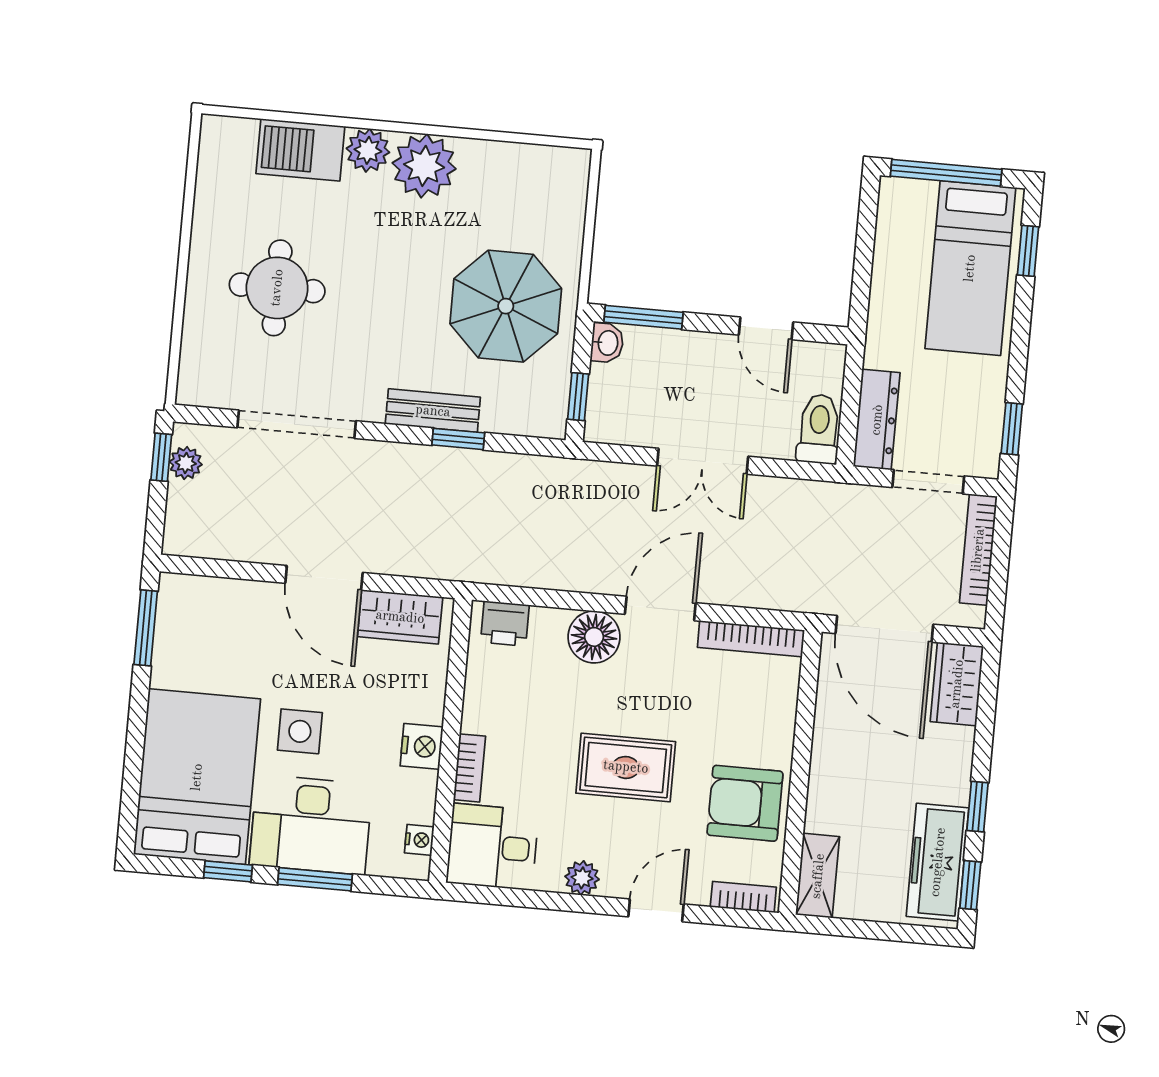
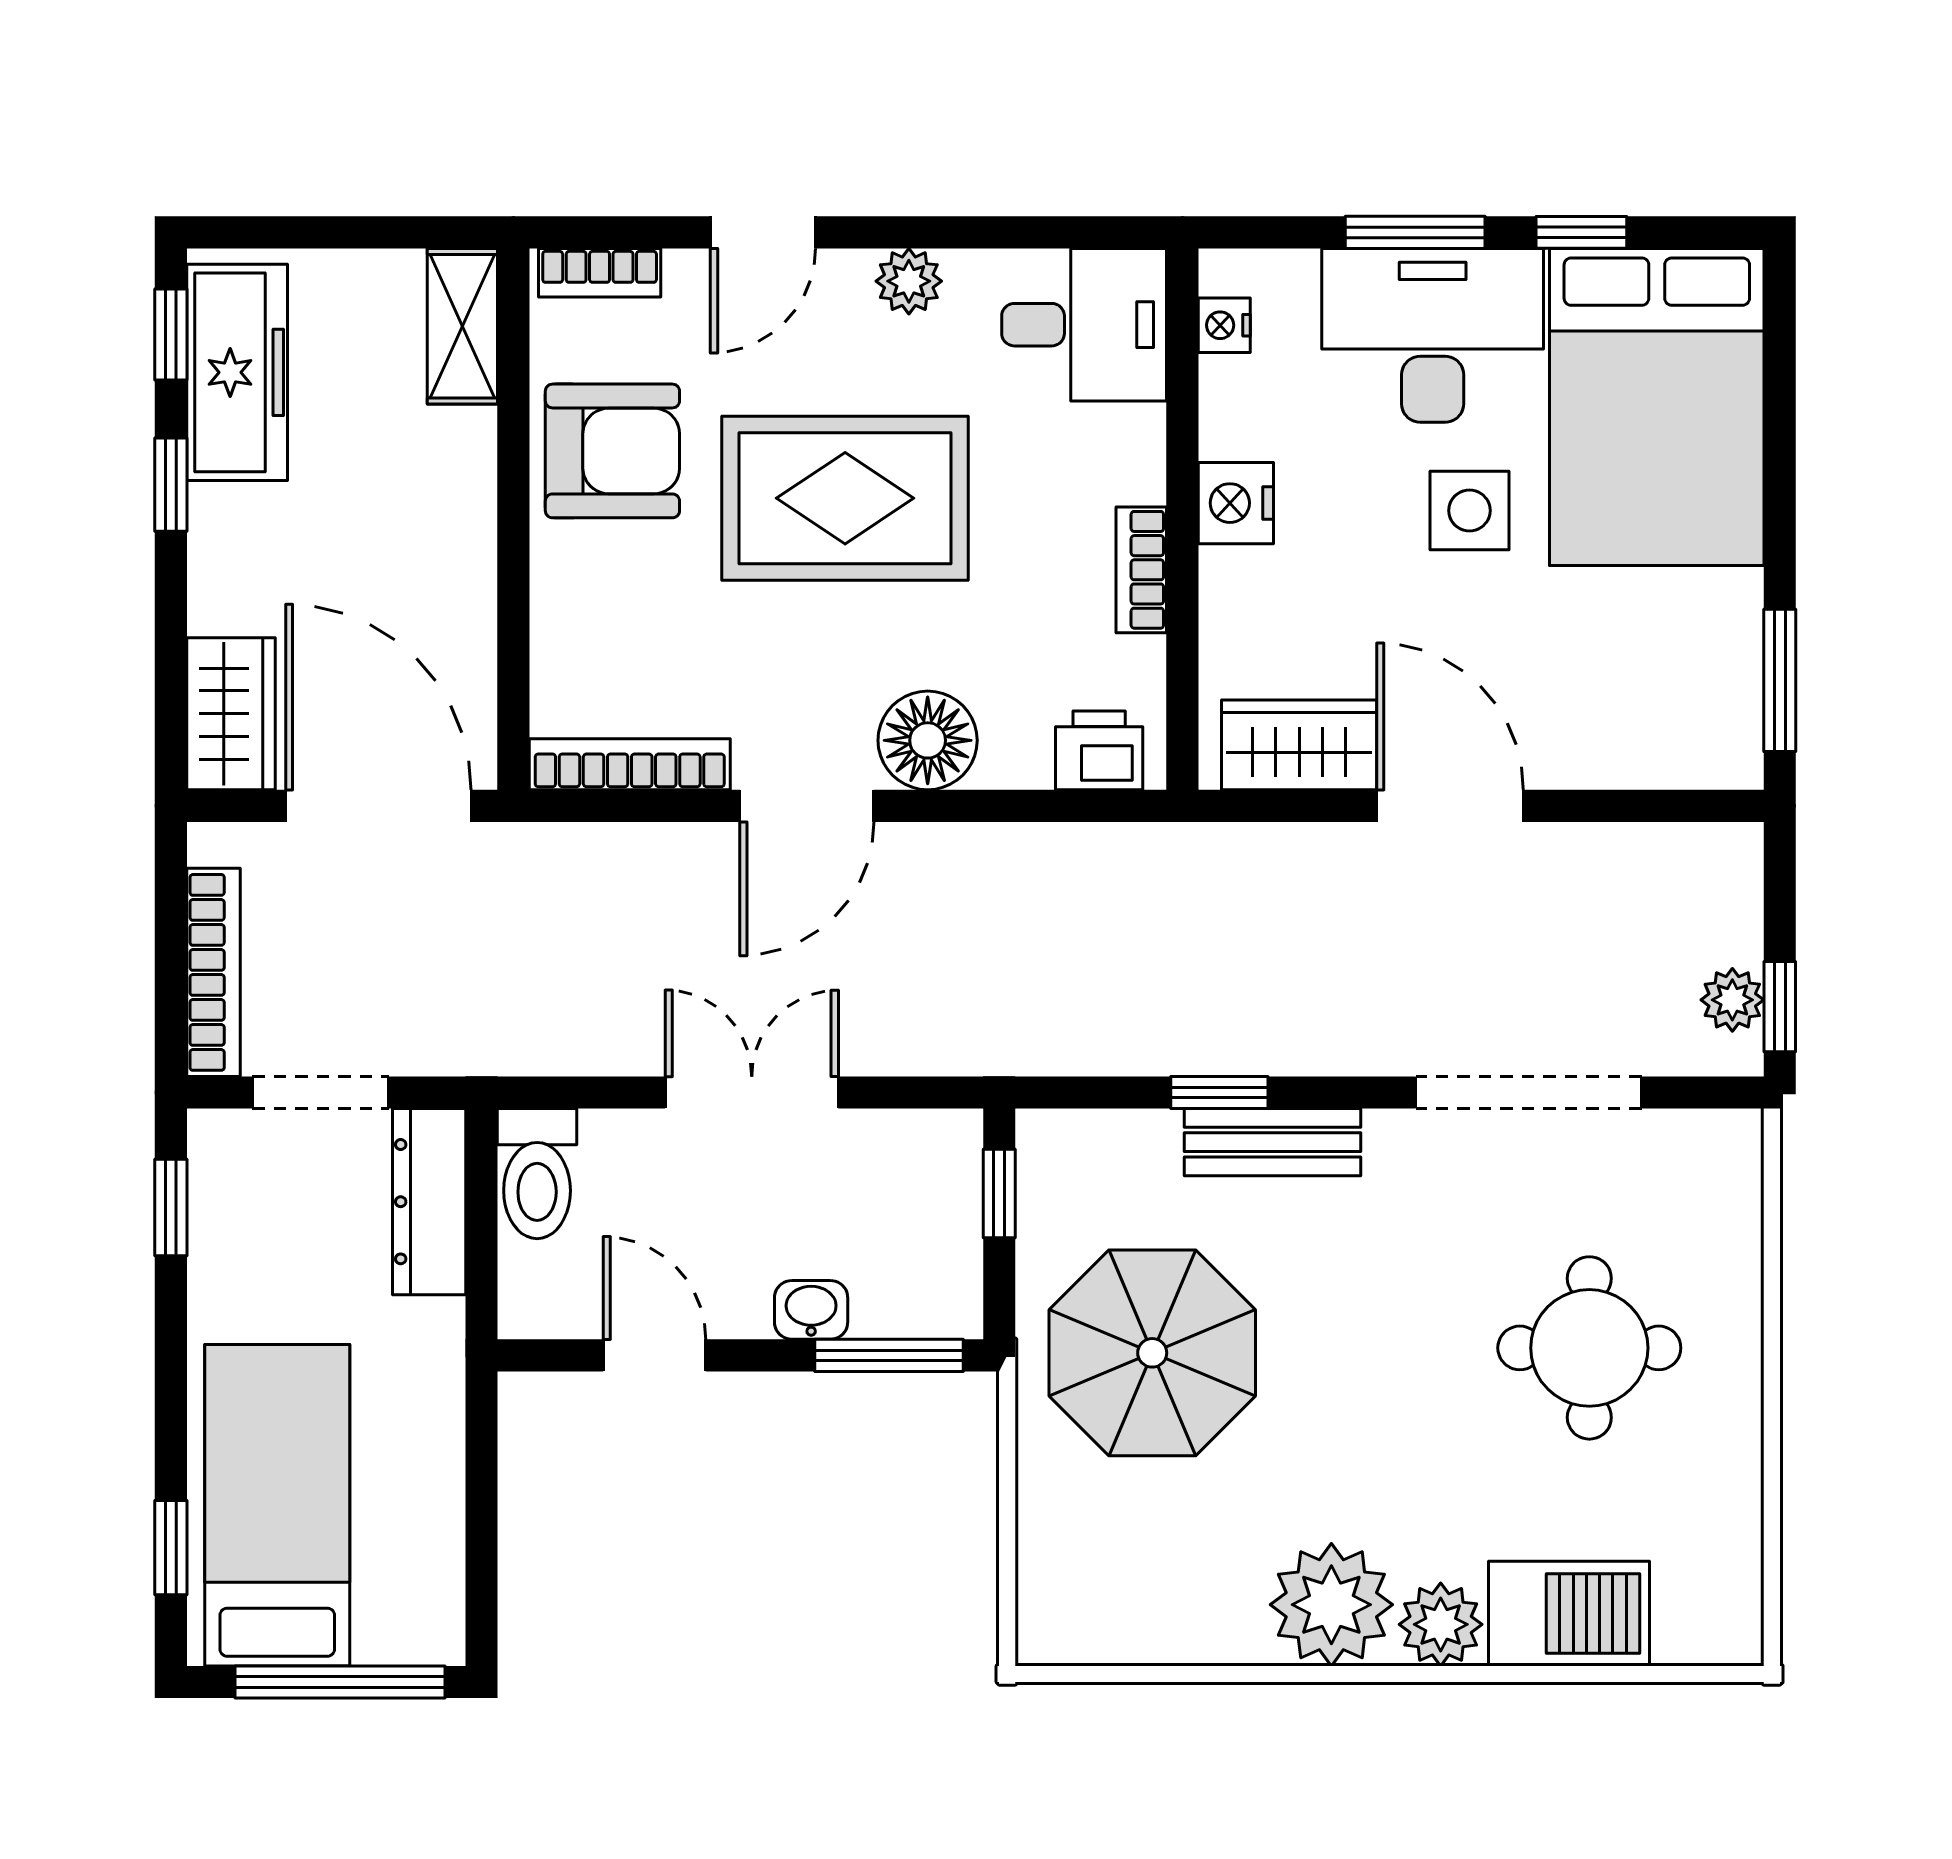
washbasin: (607, 343) -> (811, 1310), moved, turned 90
rug: (626, 767) -> (845, 498), width x1.36, depth x1.43
bookcase: (469, 768) -> (1141, 570), moved

